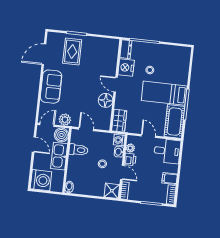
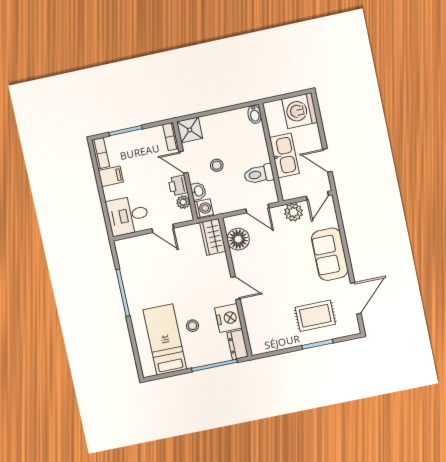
rug: (72, 52) -> (315, 316), turned 90
bed: (164, 93) -> (165, 339), moved, turned -90
floor lamp: (106, 100) -> (238, 239), moved
cot: (175, 122) -> (132, 262), removed
boiler: (61, 135) -> (291, 188), removed

